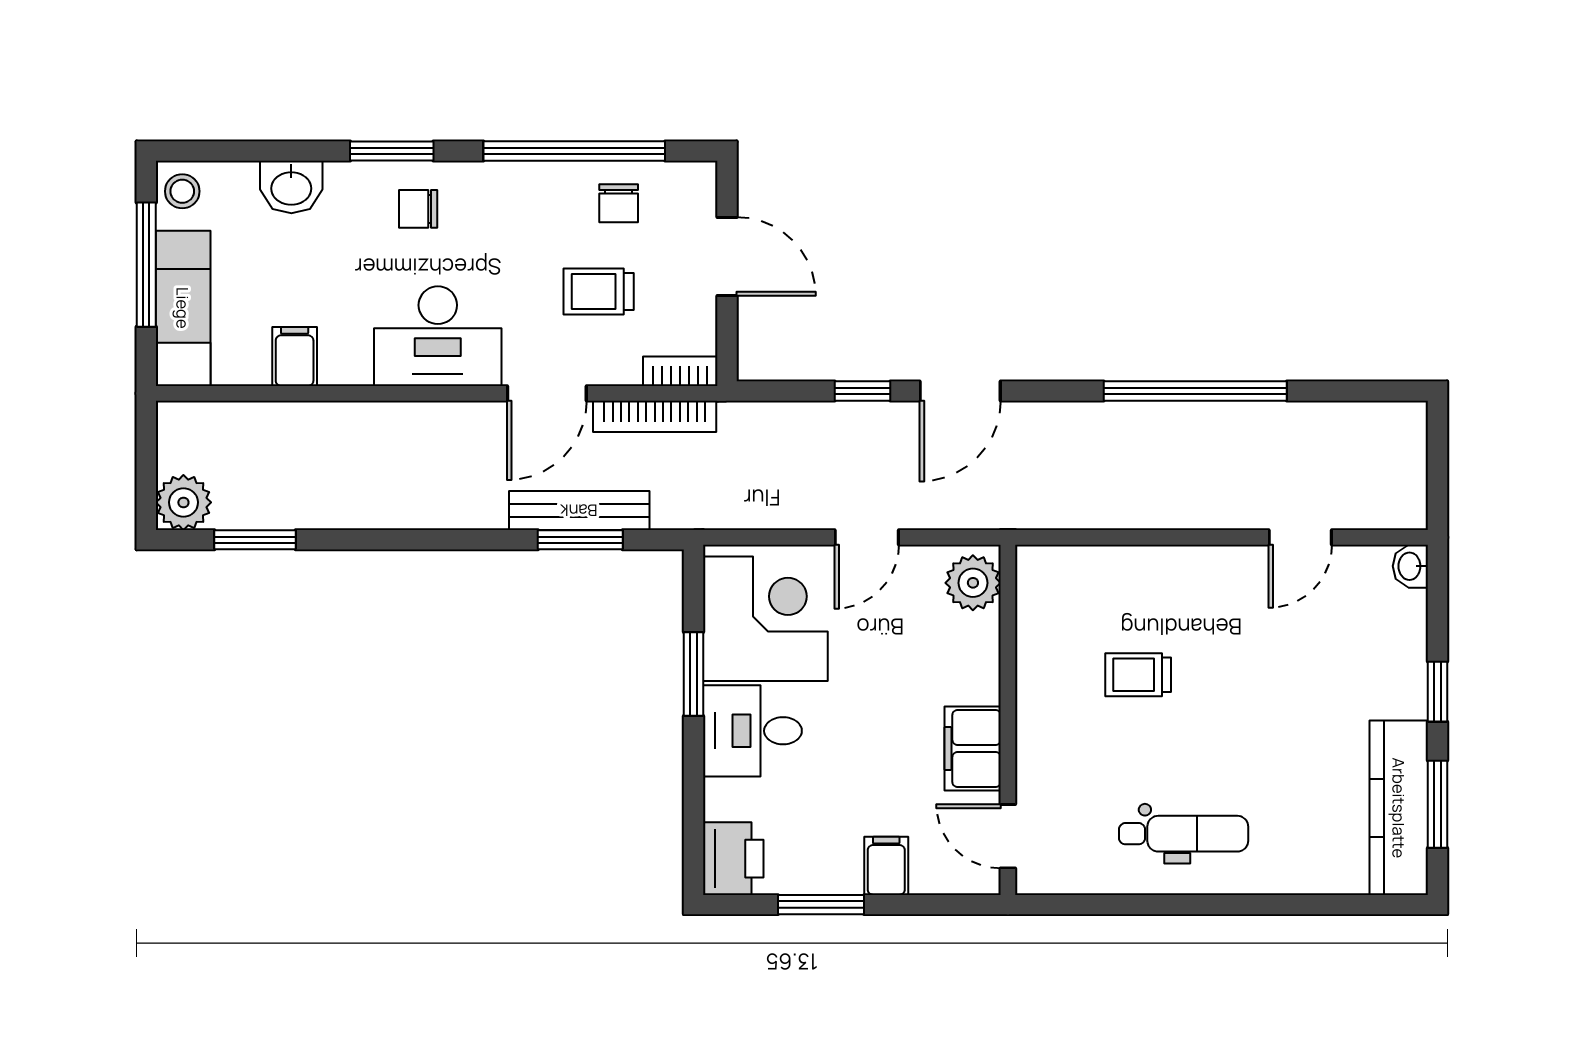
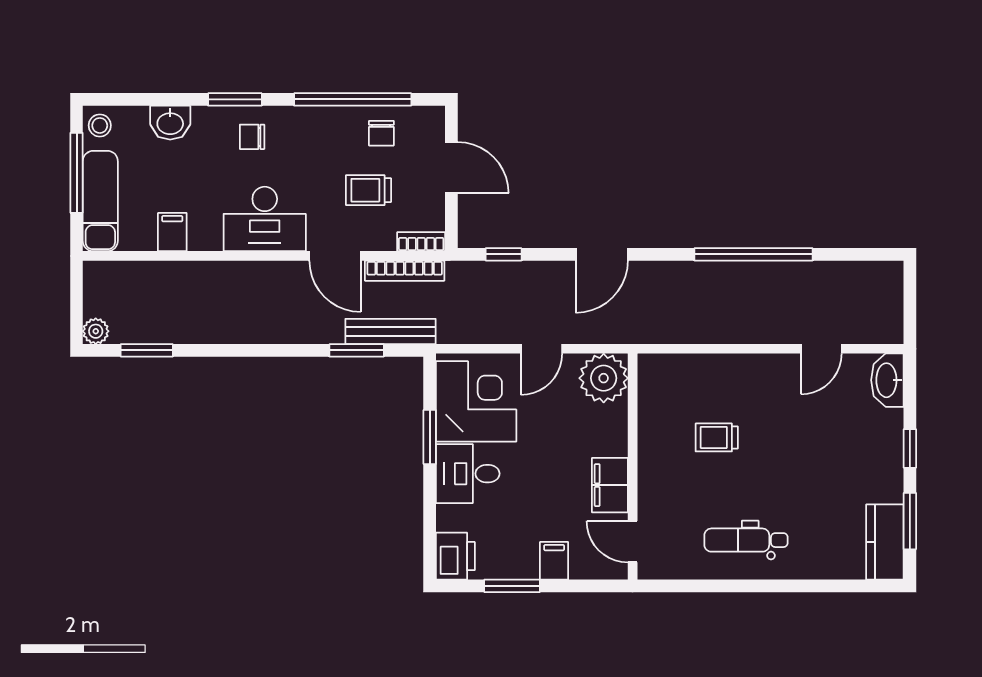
window: (862, 391) -> (504, 254), moved
door: (547, 393) -> (335, 256), hinge flipped
plant: (183, 502) -> (96, 331), width x0.73, depth x0.73
bench: (579, 511) -> (391, 332), moved
washbasin: (1410, 566) -> (887, 380), width x1.91, depth x1.45
plant: (973, 583) -> (604, 378), width x1.36, depth x1.36
kitchen counter: (1399, 808) -> (885, 542), width x0.67
dental chair: (1184, 834) -> (746, 540), turned 180

